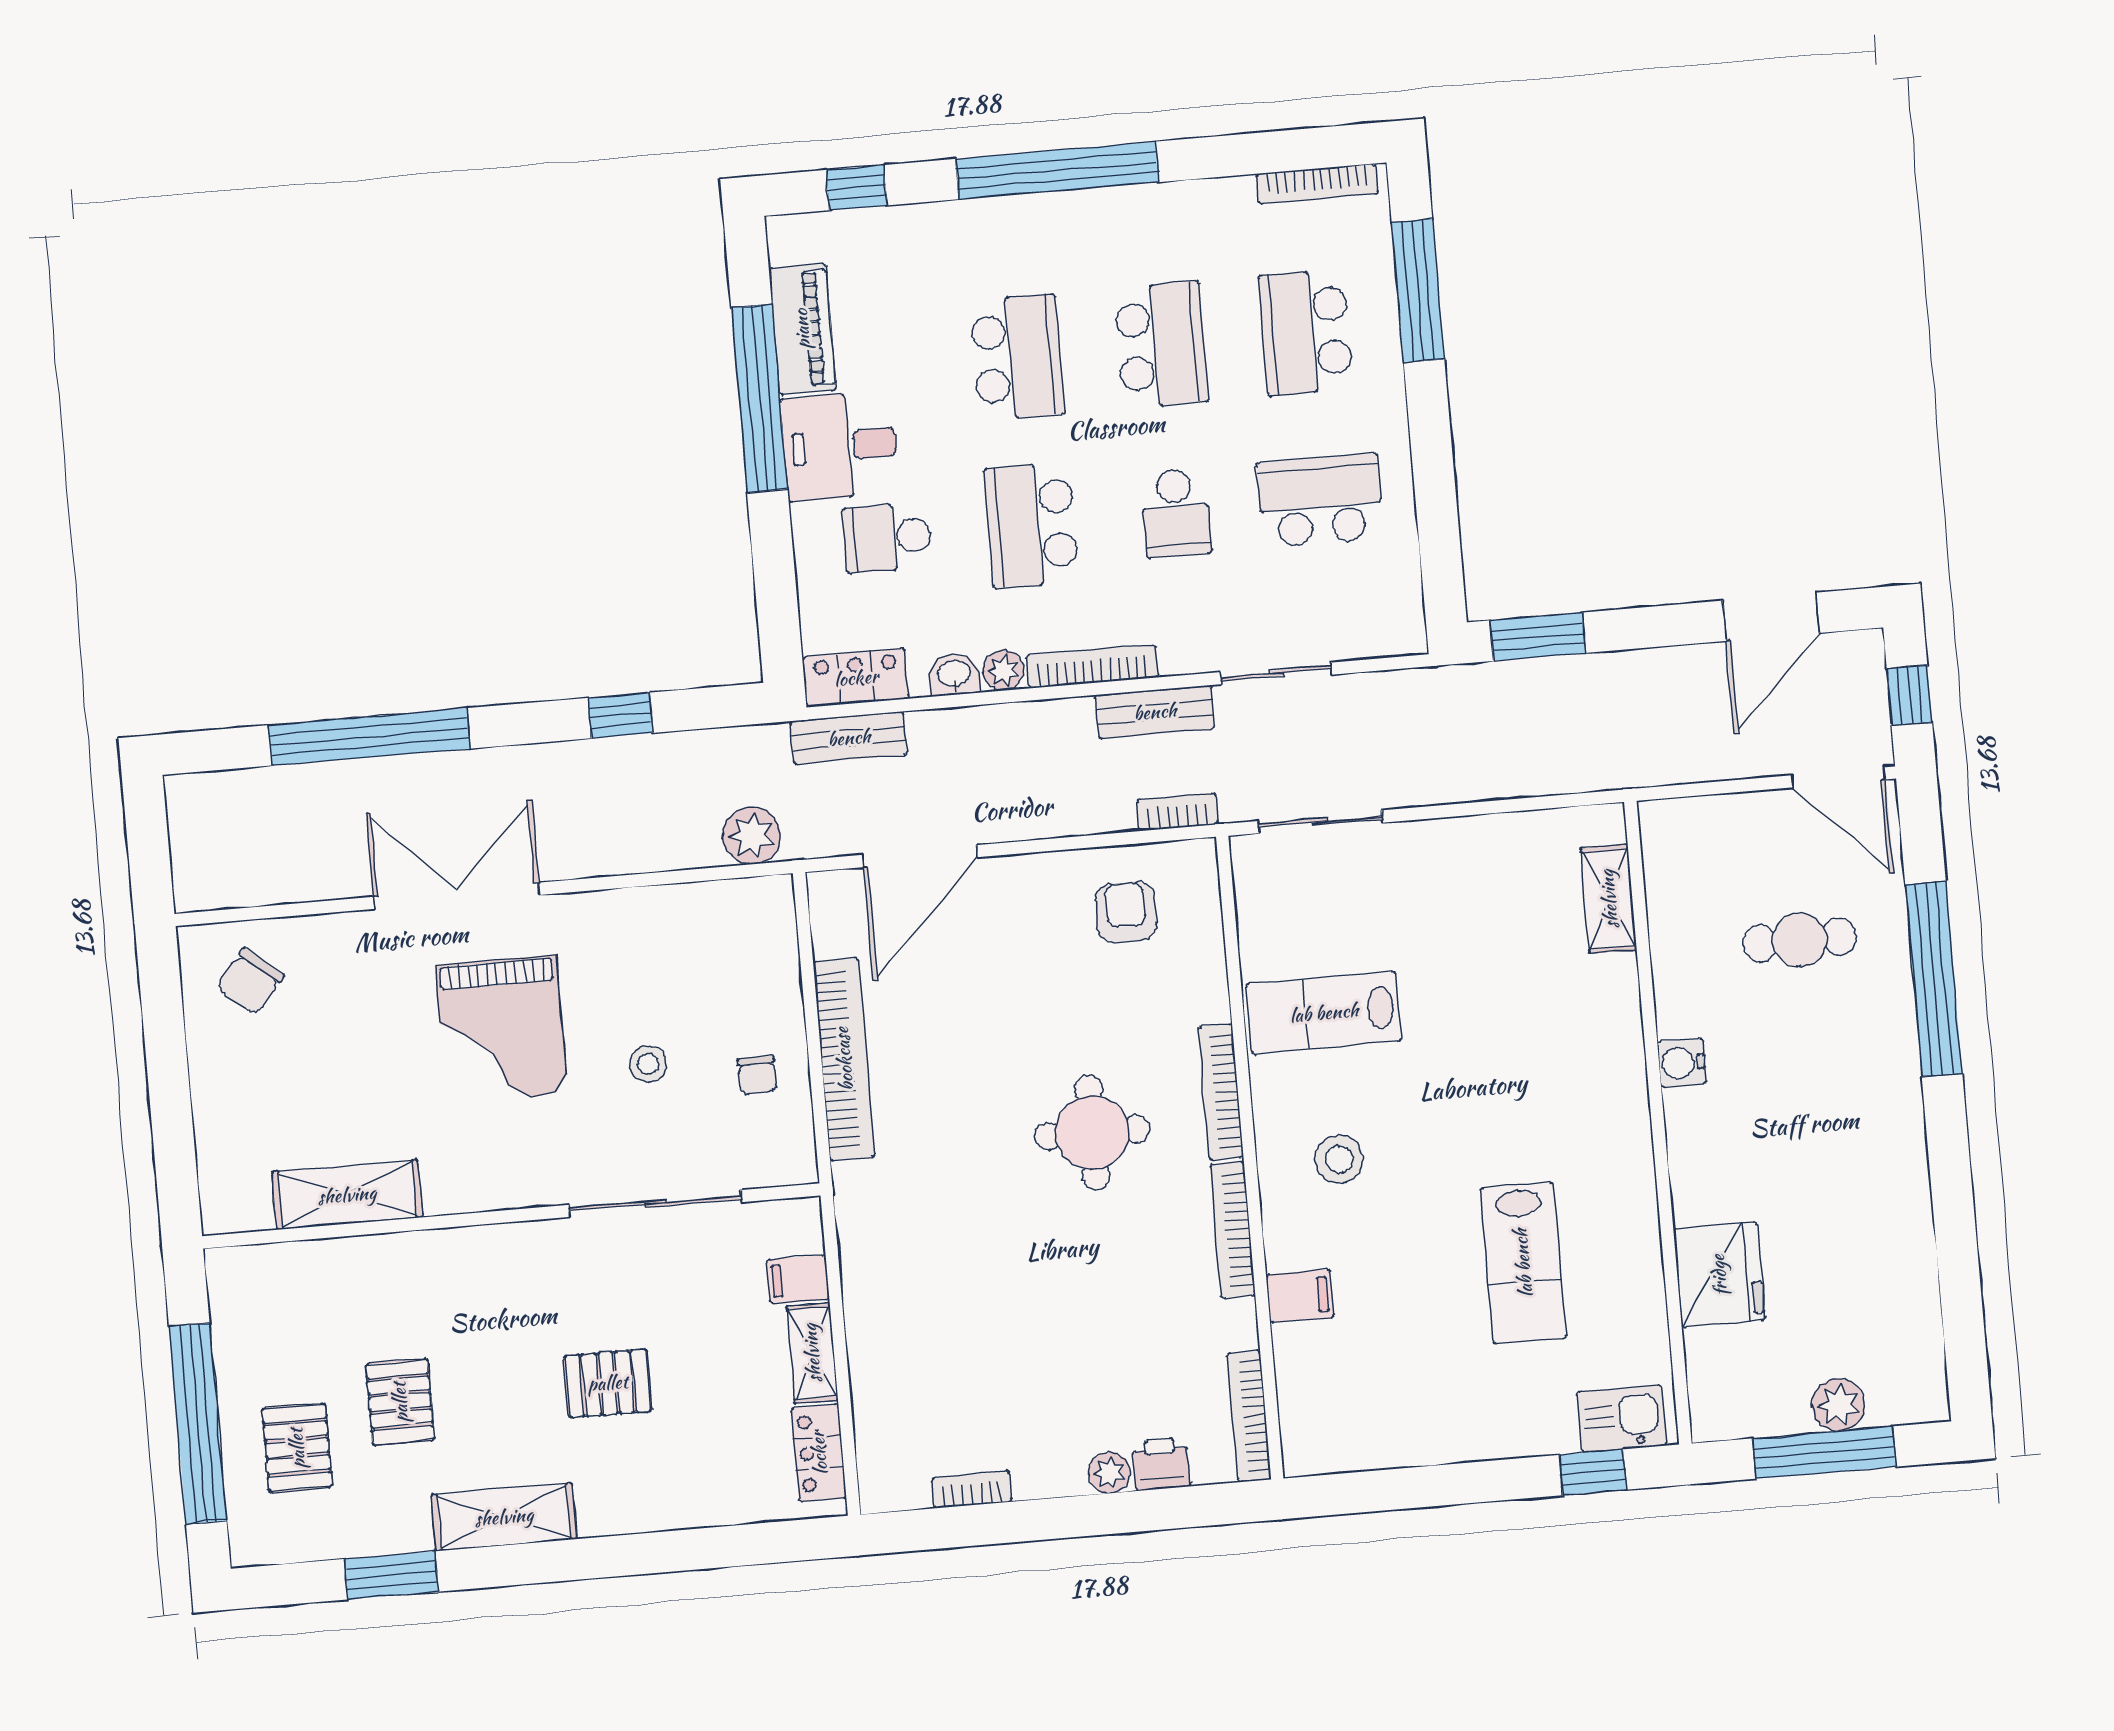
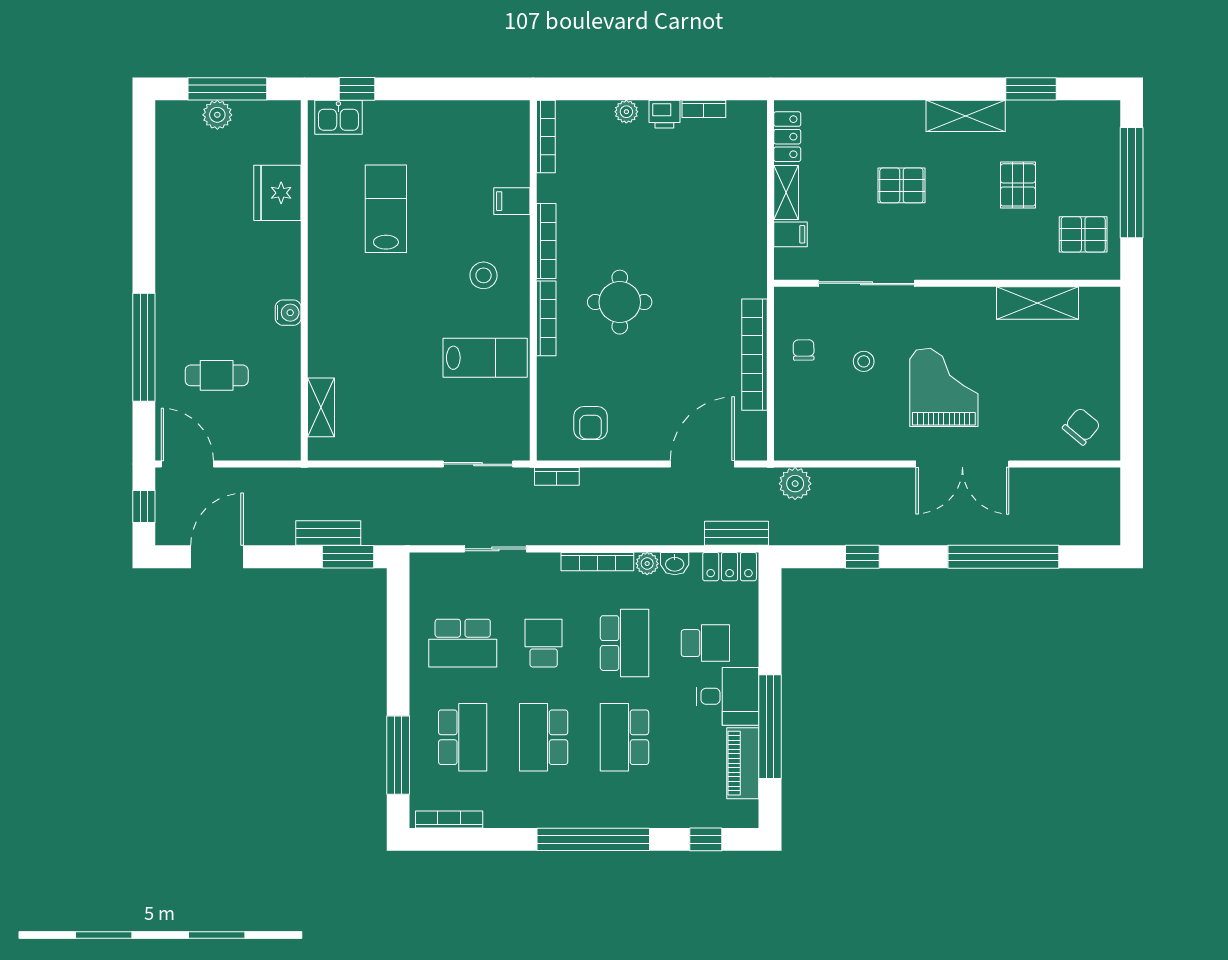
bench: (1155, 712) -> (328, 533), moved
pallet: (297, 1448) -> (1083, 234), moved, turned 90
printer: (1161, 1464) -> (664, 114), moved

